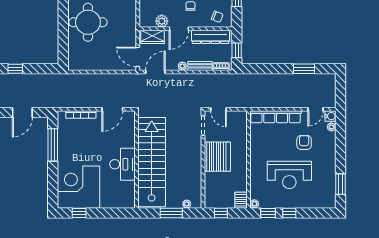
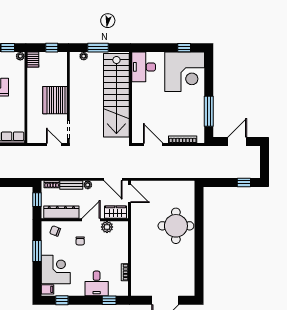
door: (155, 72) -> (113, 179), hinge flipped
door: (112, 109) -> (153, 144), hinge flipped
desk: (123, 164) -> (144, 67), moved

